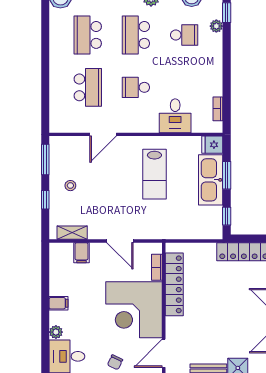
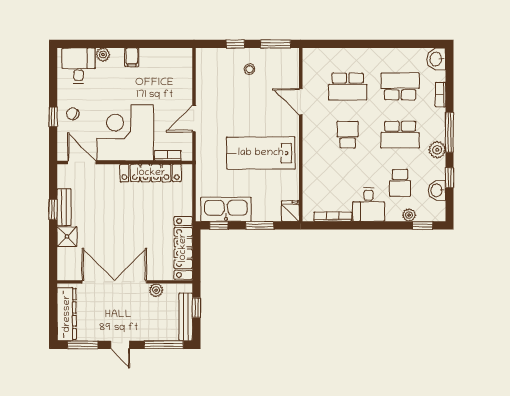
school desk: (136, 35) -> (400, 135), turned 180
bookcase: (218, 109) -> (333, 217), width x1.56
desk: (175, 116) -> (369, 204), moved, turned -90
lab bench: (154, 174) -> (261, 153), width x1.36, depth x1.39
kitchen sink: (211, 180) -> (226, 209), moved
shelving: (72, 233) -> (202, 71), removed
filing cabinet: (82, 253) -> (182, 80), removed

